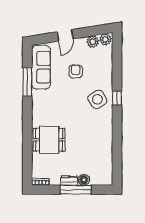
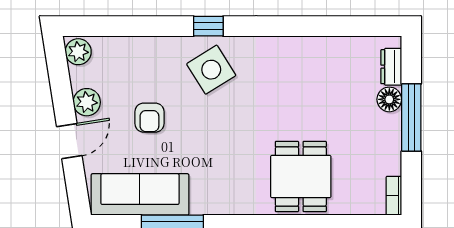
door: (65, 35) -> (69, 141), hinge flipped
plant: (93, 42) -> (87, 102), moved
armchair: (76, 72) -> (149, 118), turned -90
dresser: (69, 181) -> (391, 67), moved

